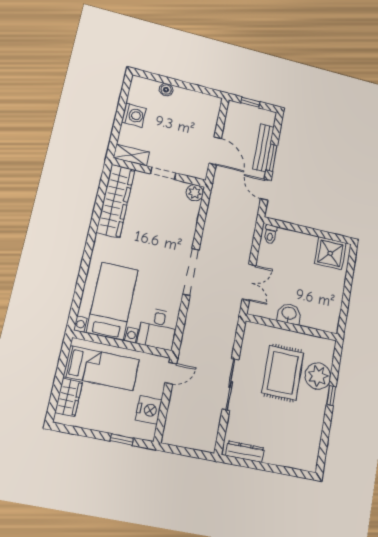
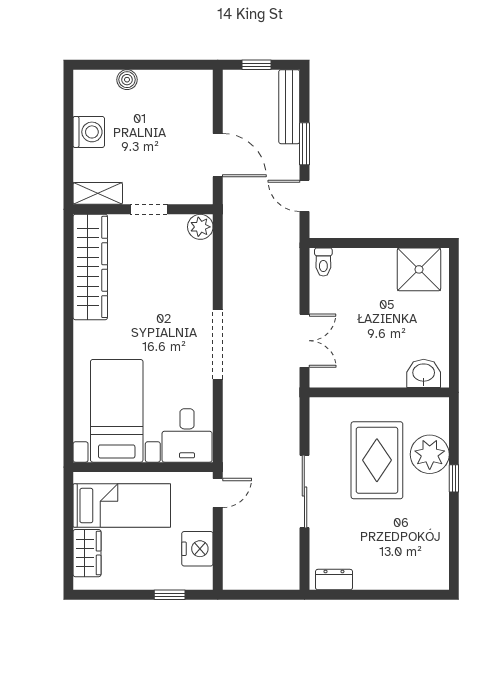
bench: (263, 148) -> (289, 107), moved
washbasin: (289, 314) -> (424, 373), moved
dresser: (245, 452) -> (334, 580), width x0.70

